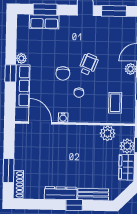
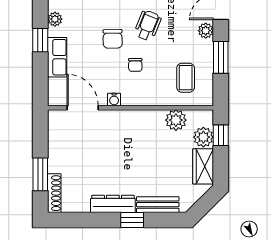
row of seats: (22, 86) -> (57, 57), width x0.68

